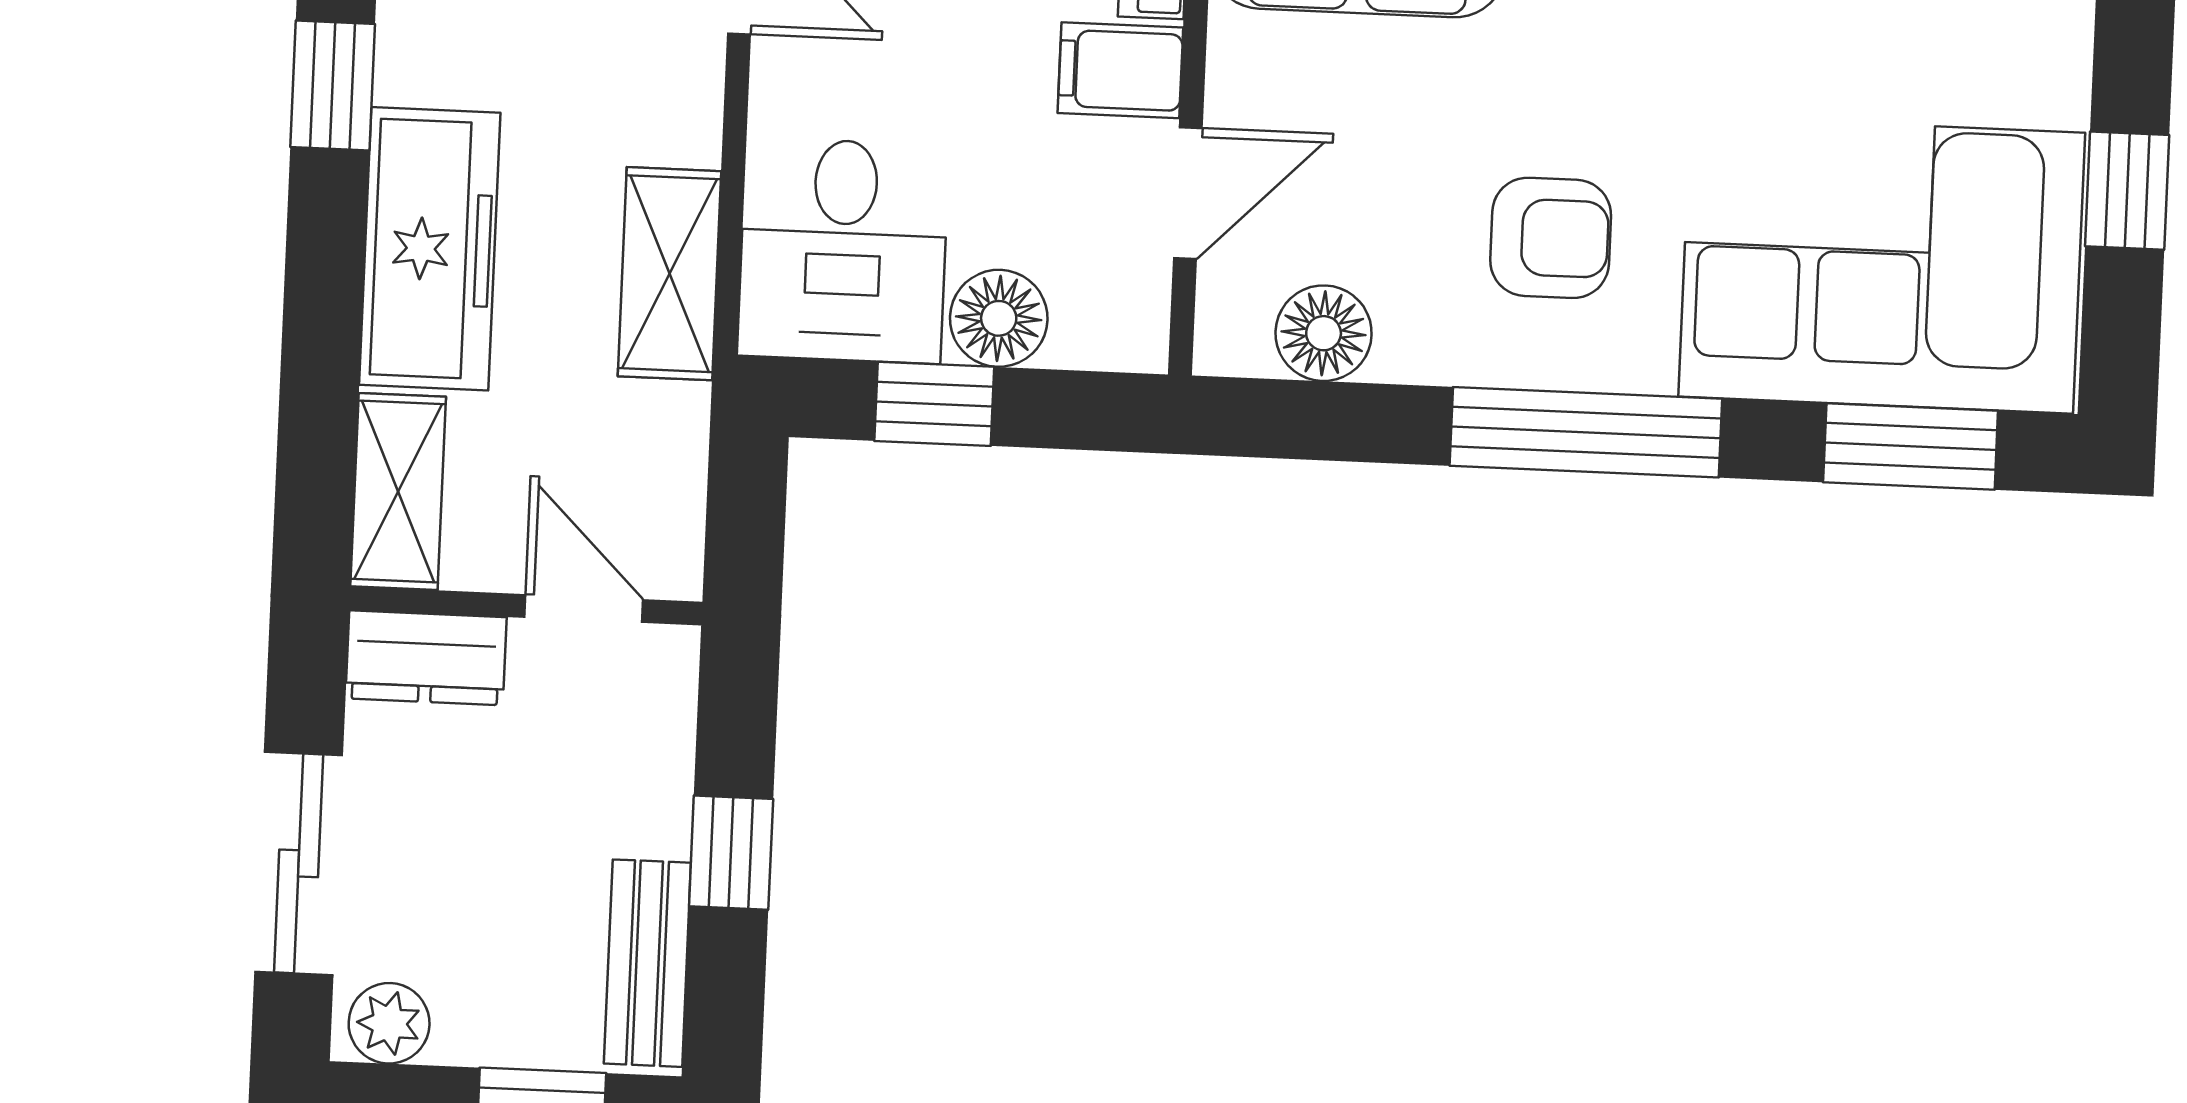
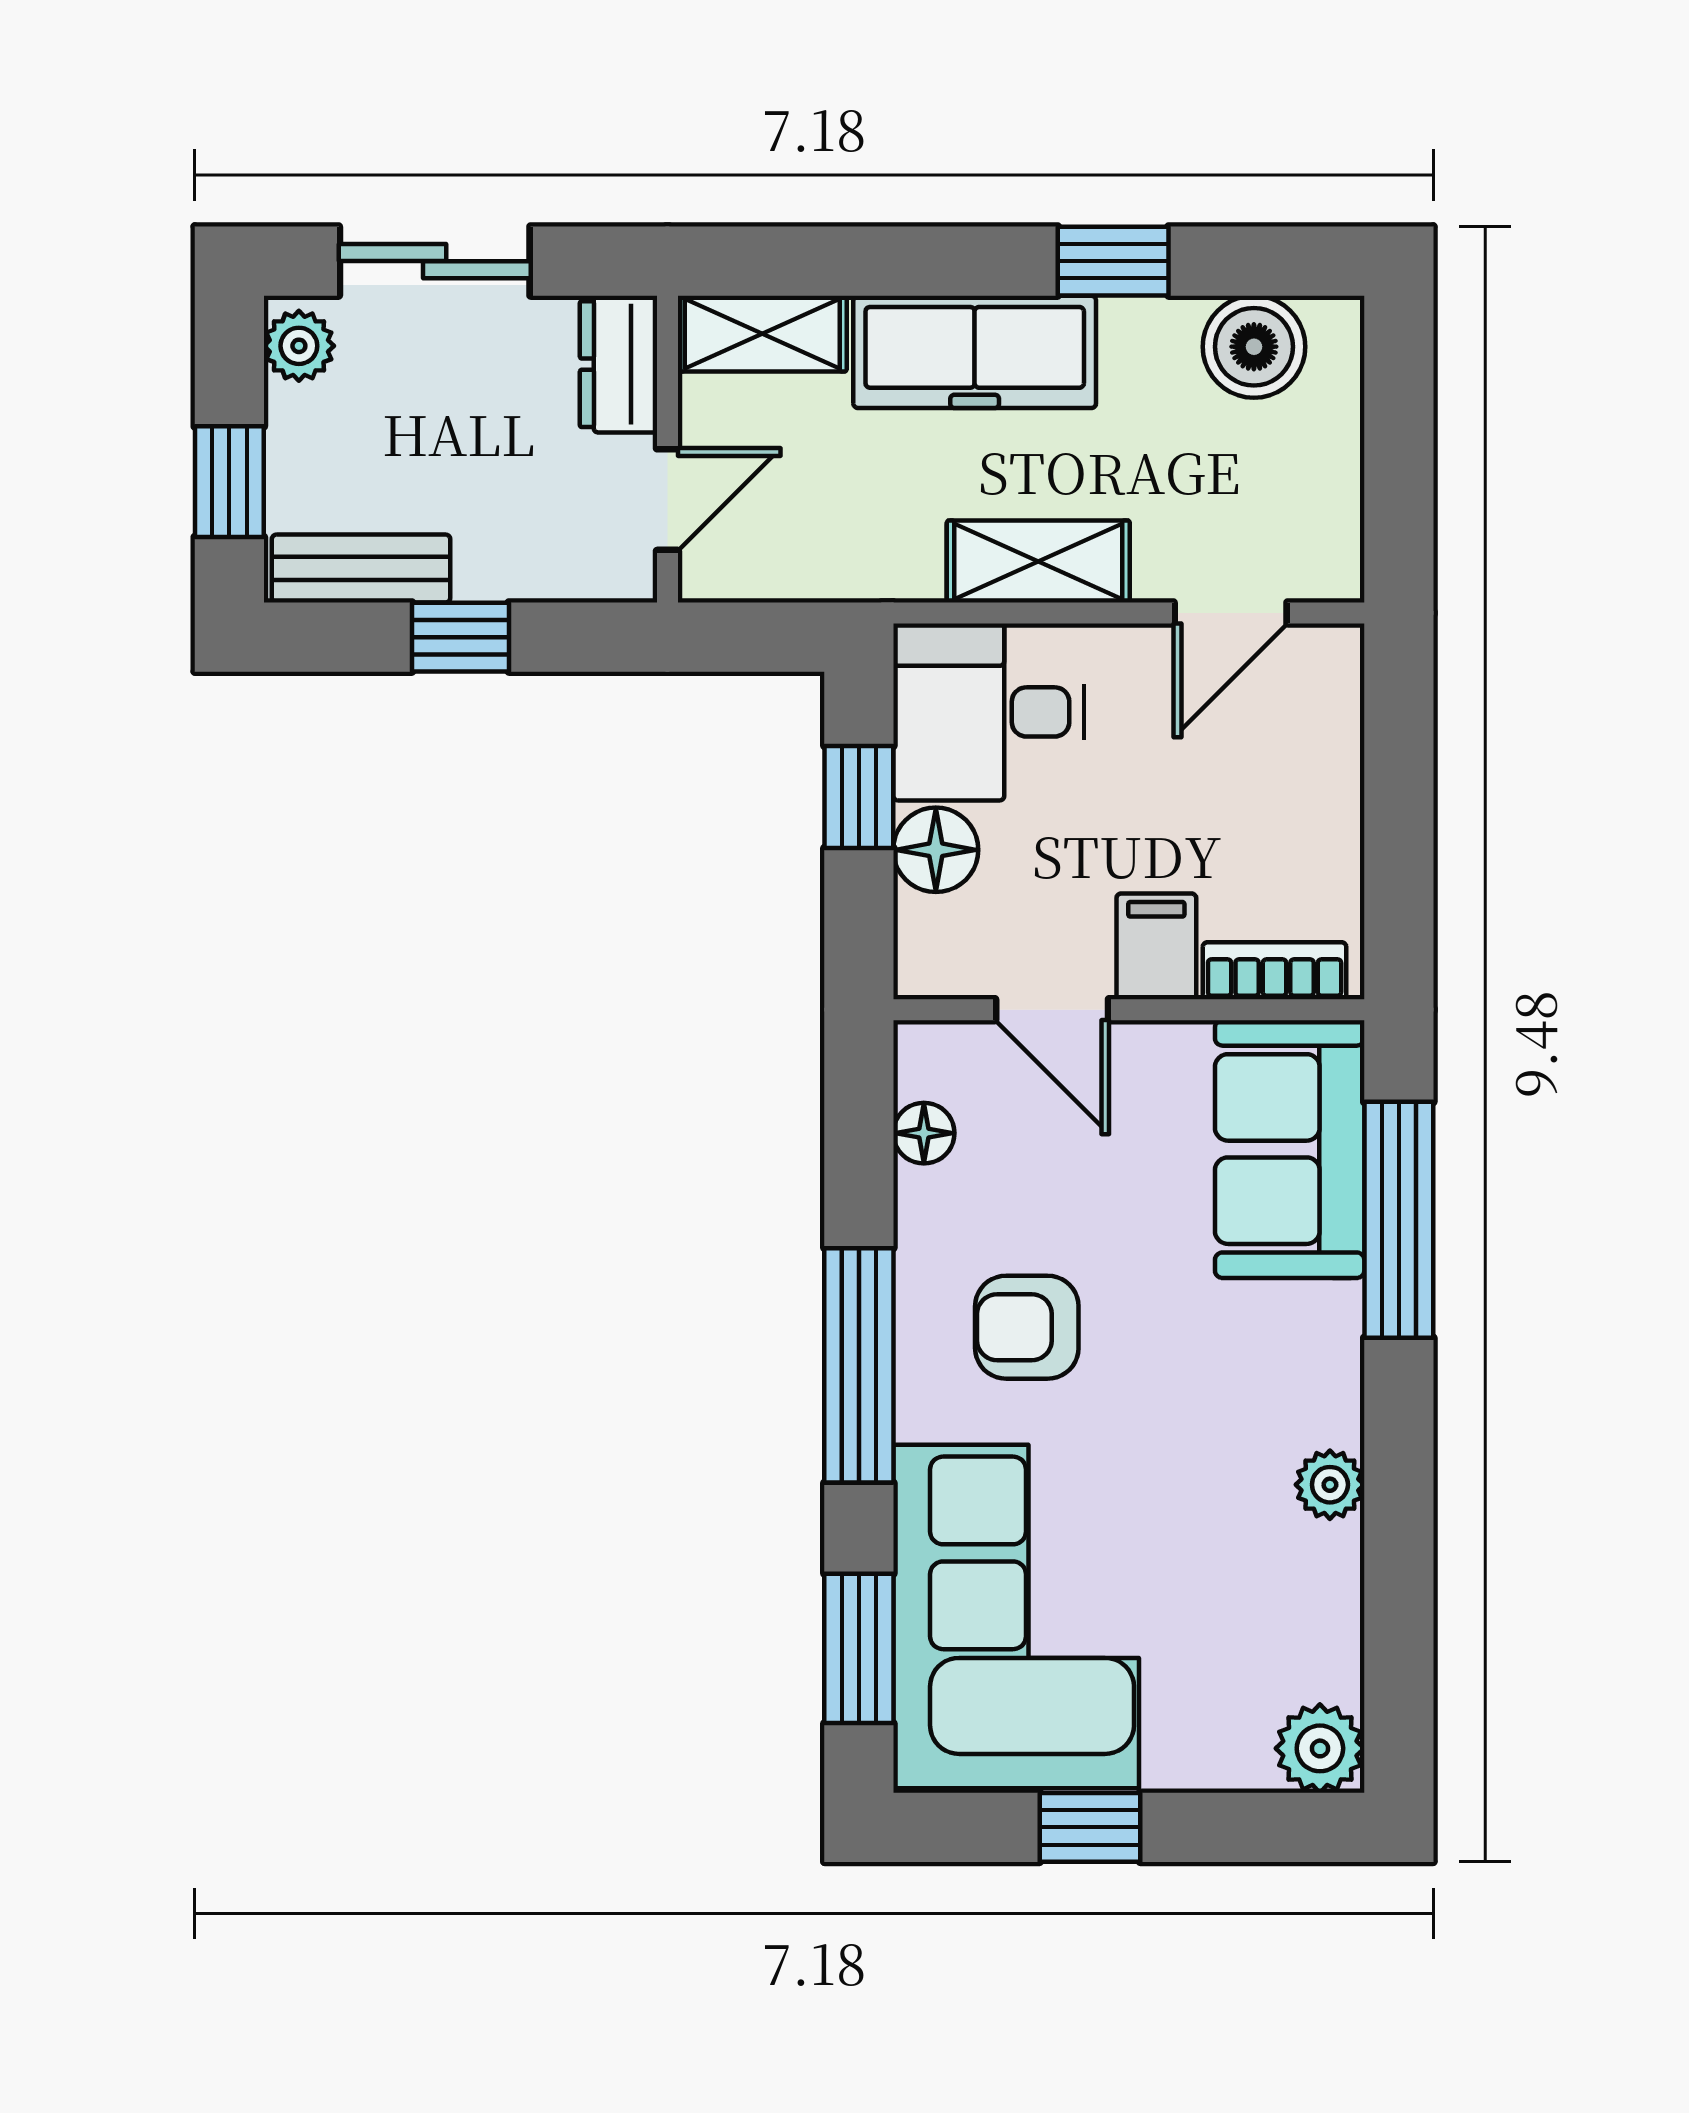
armchair: (1551, 238) -> (1027, 1327), turned 90
shelving: (669, 274) -> (1038, 561), moved
floor lamp: (1324, 333) -> (924, 1133), width x0.73, depth x0.73

